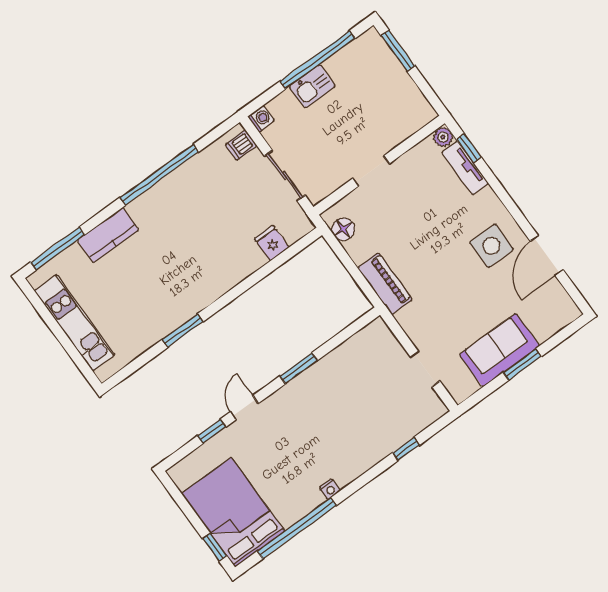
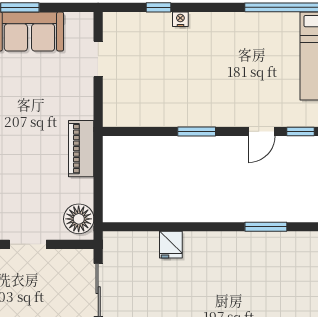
floor lamp: (343, 229) -> (79, 219), width x1.38, depth x1.38
fridge: (272, 243) -> (171, 245), moved
nightstand: (330, 489) -> (180, 19), moved

